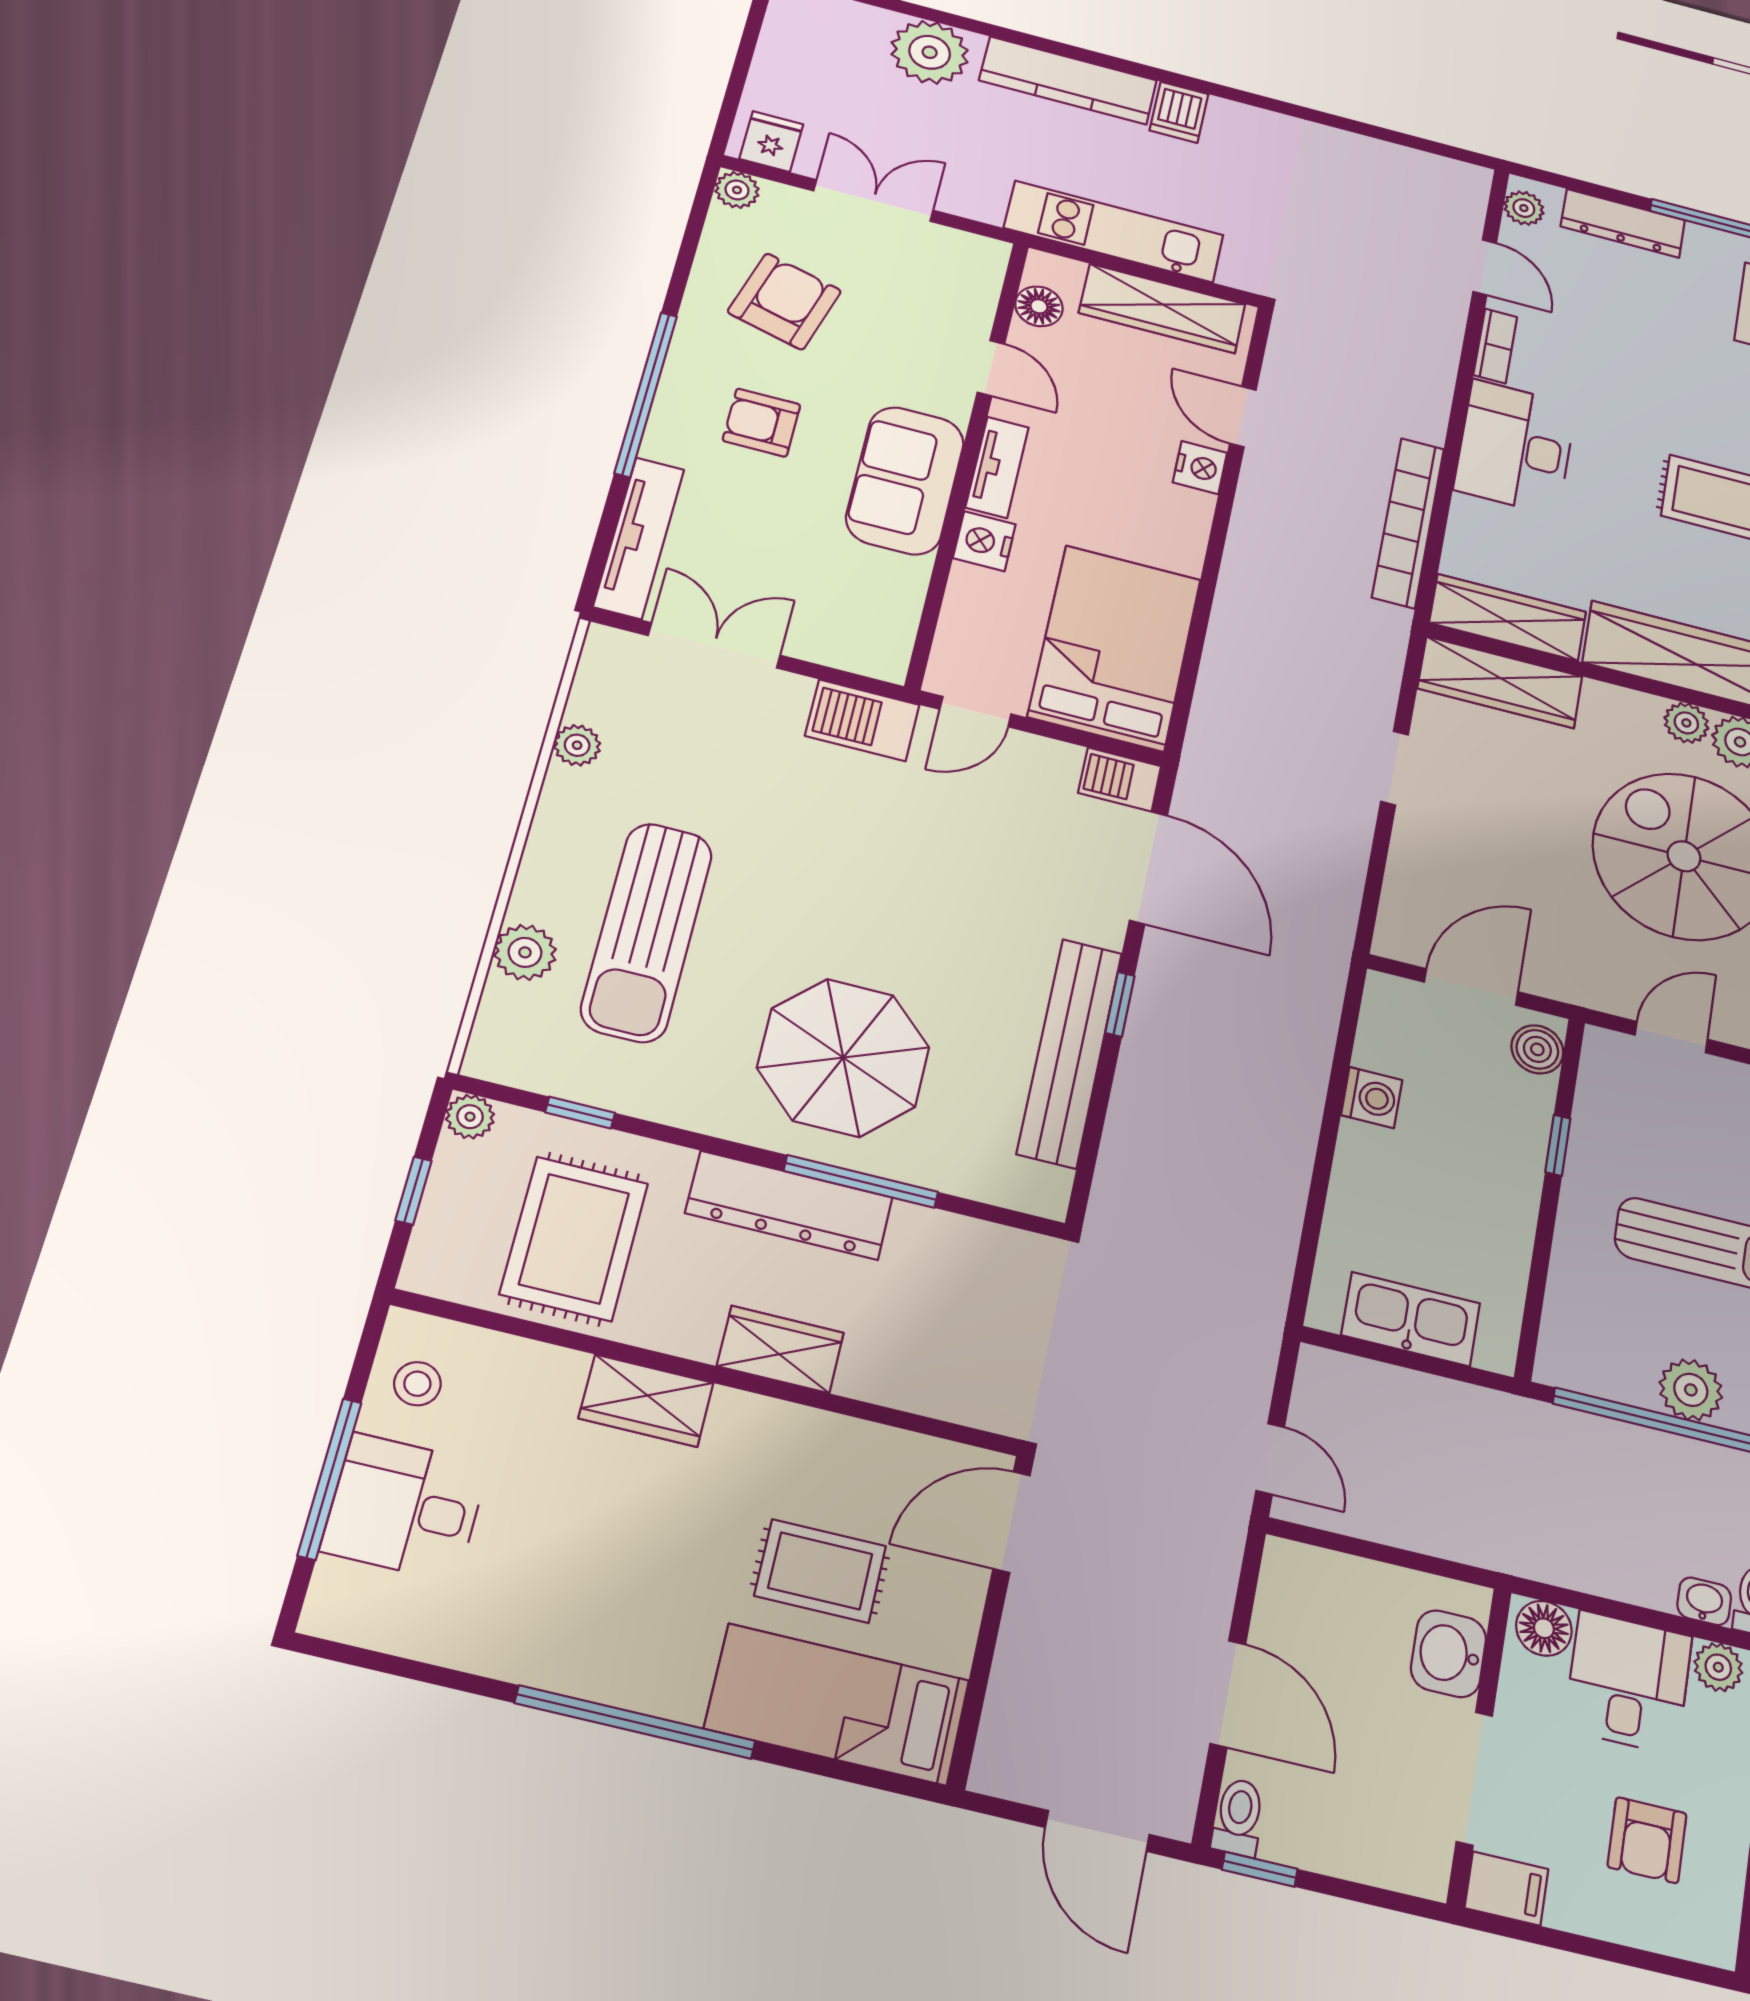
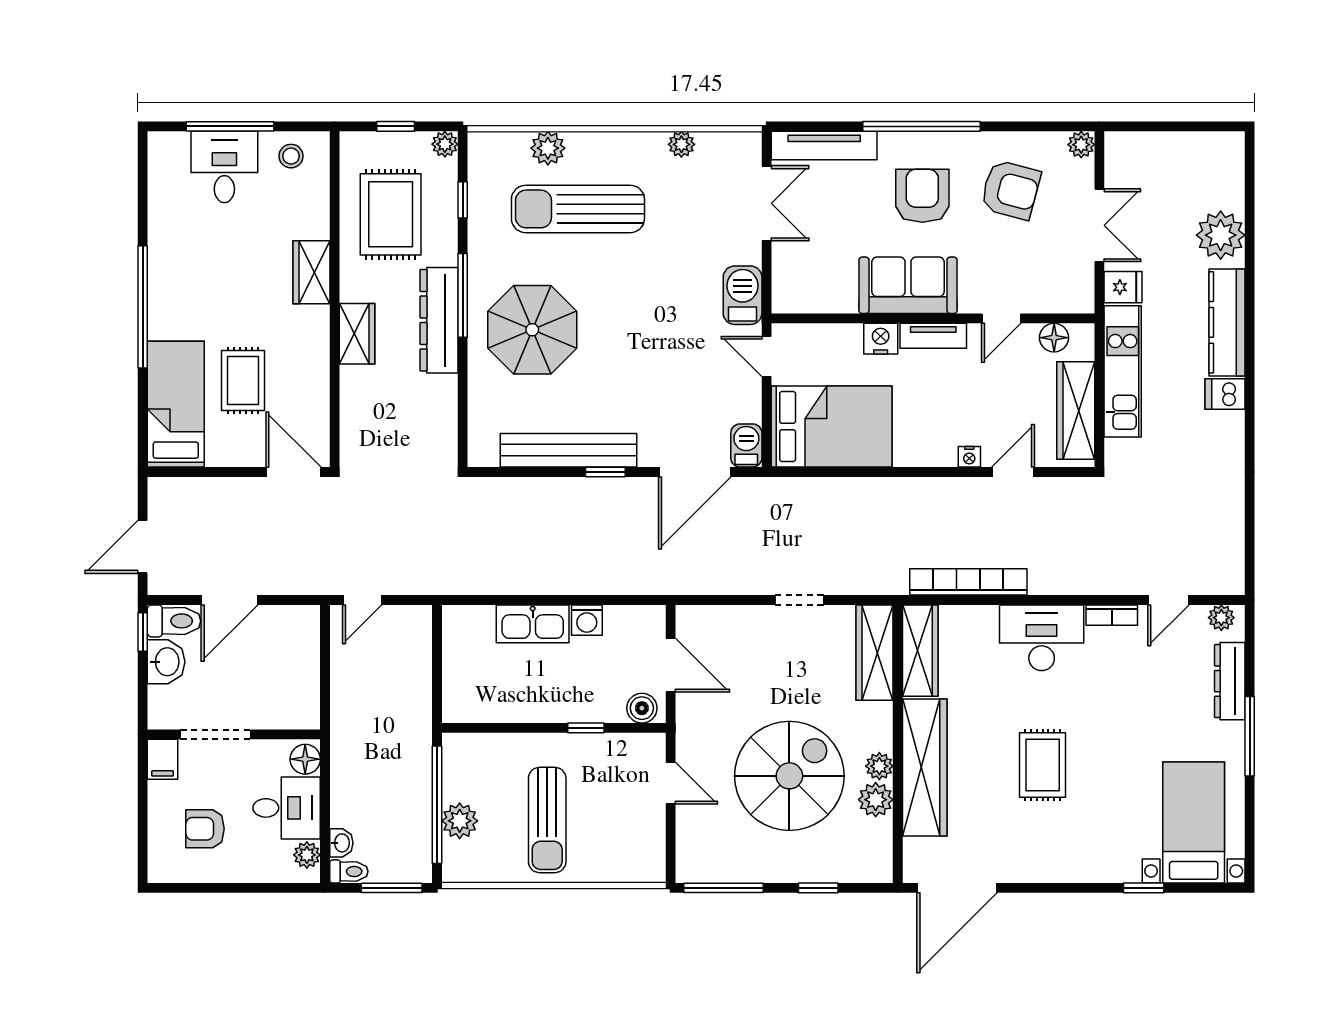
fridge: (771, 142) -> (1123, 287), moved
armchair: (762, 423) -> (922, 196), width x1.38, depth x1.38
nightstand: (1200, 468) -> (969, 457), width x0.72, depth x0.74
window: (861, 1181) -> (463, 295), moved
rug: (574, 1239) -> (391, 214), turned 90
kitchen sink: (1411, 1319) -> (533, 624), moved, turned 90
washbasin: (1448, 1654) -> (166, 662), moved, turned 90
toilet: (1238, 1817) -> (174, 621), width x1.37, depth x1.39

